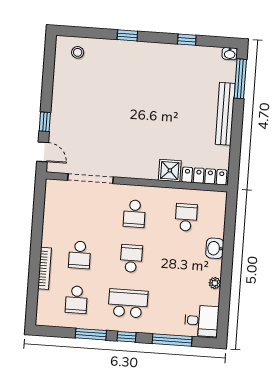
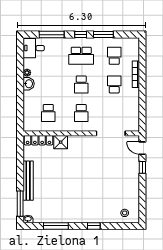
window: (187, 40) -> (56, 226), width x2.17
school desk: (134, 214) -> (81, 113), turned 180
washbasin: (215, 248) -> (29, 84), moved

